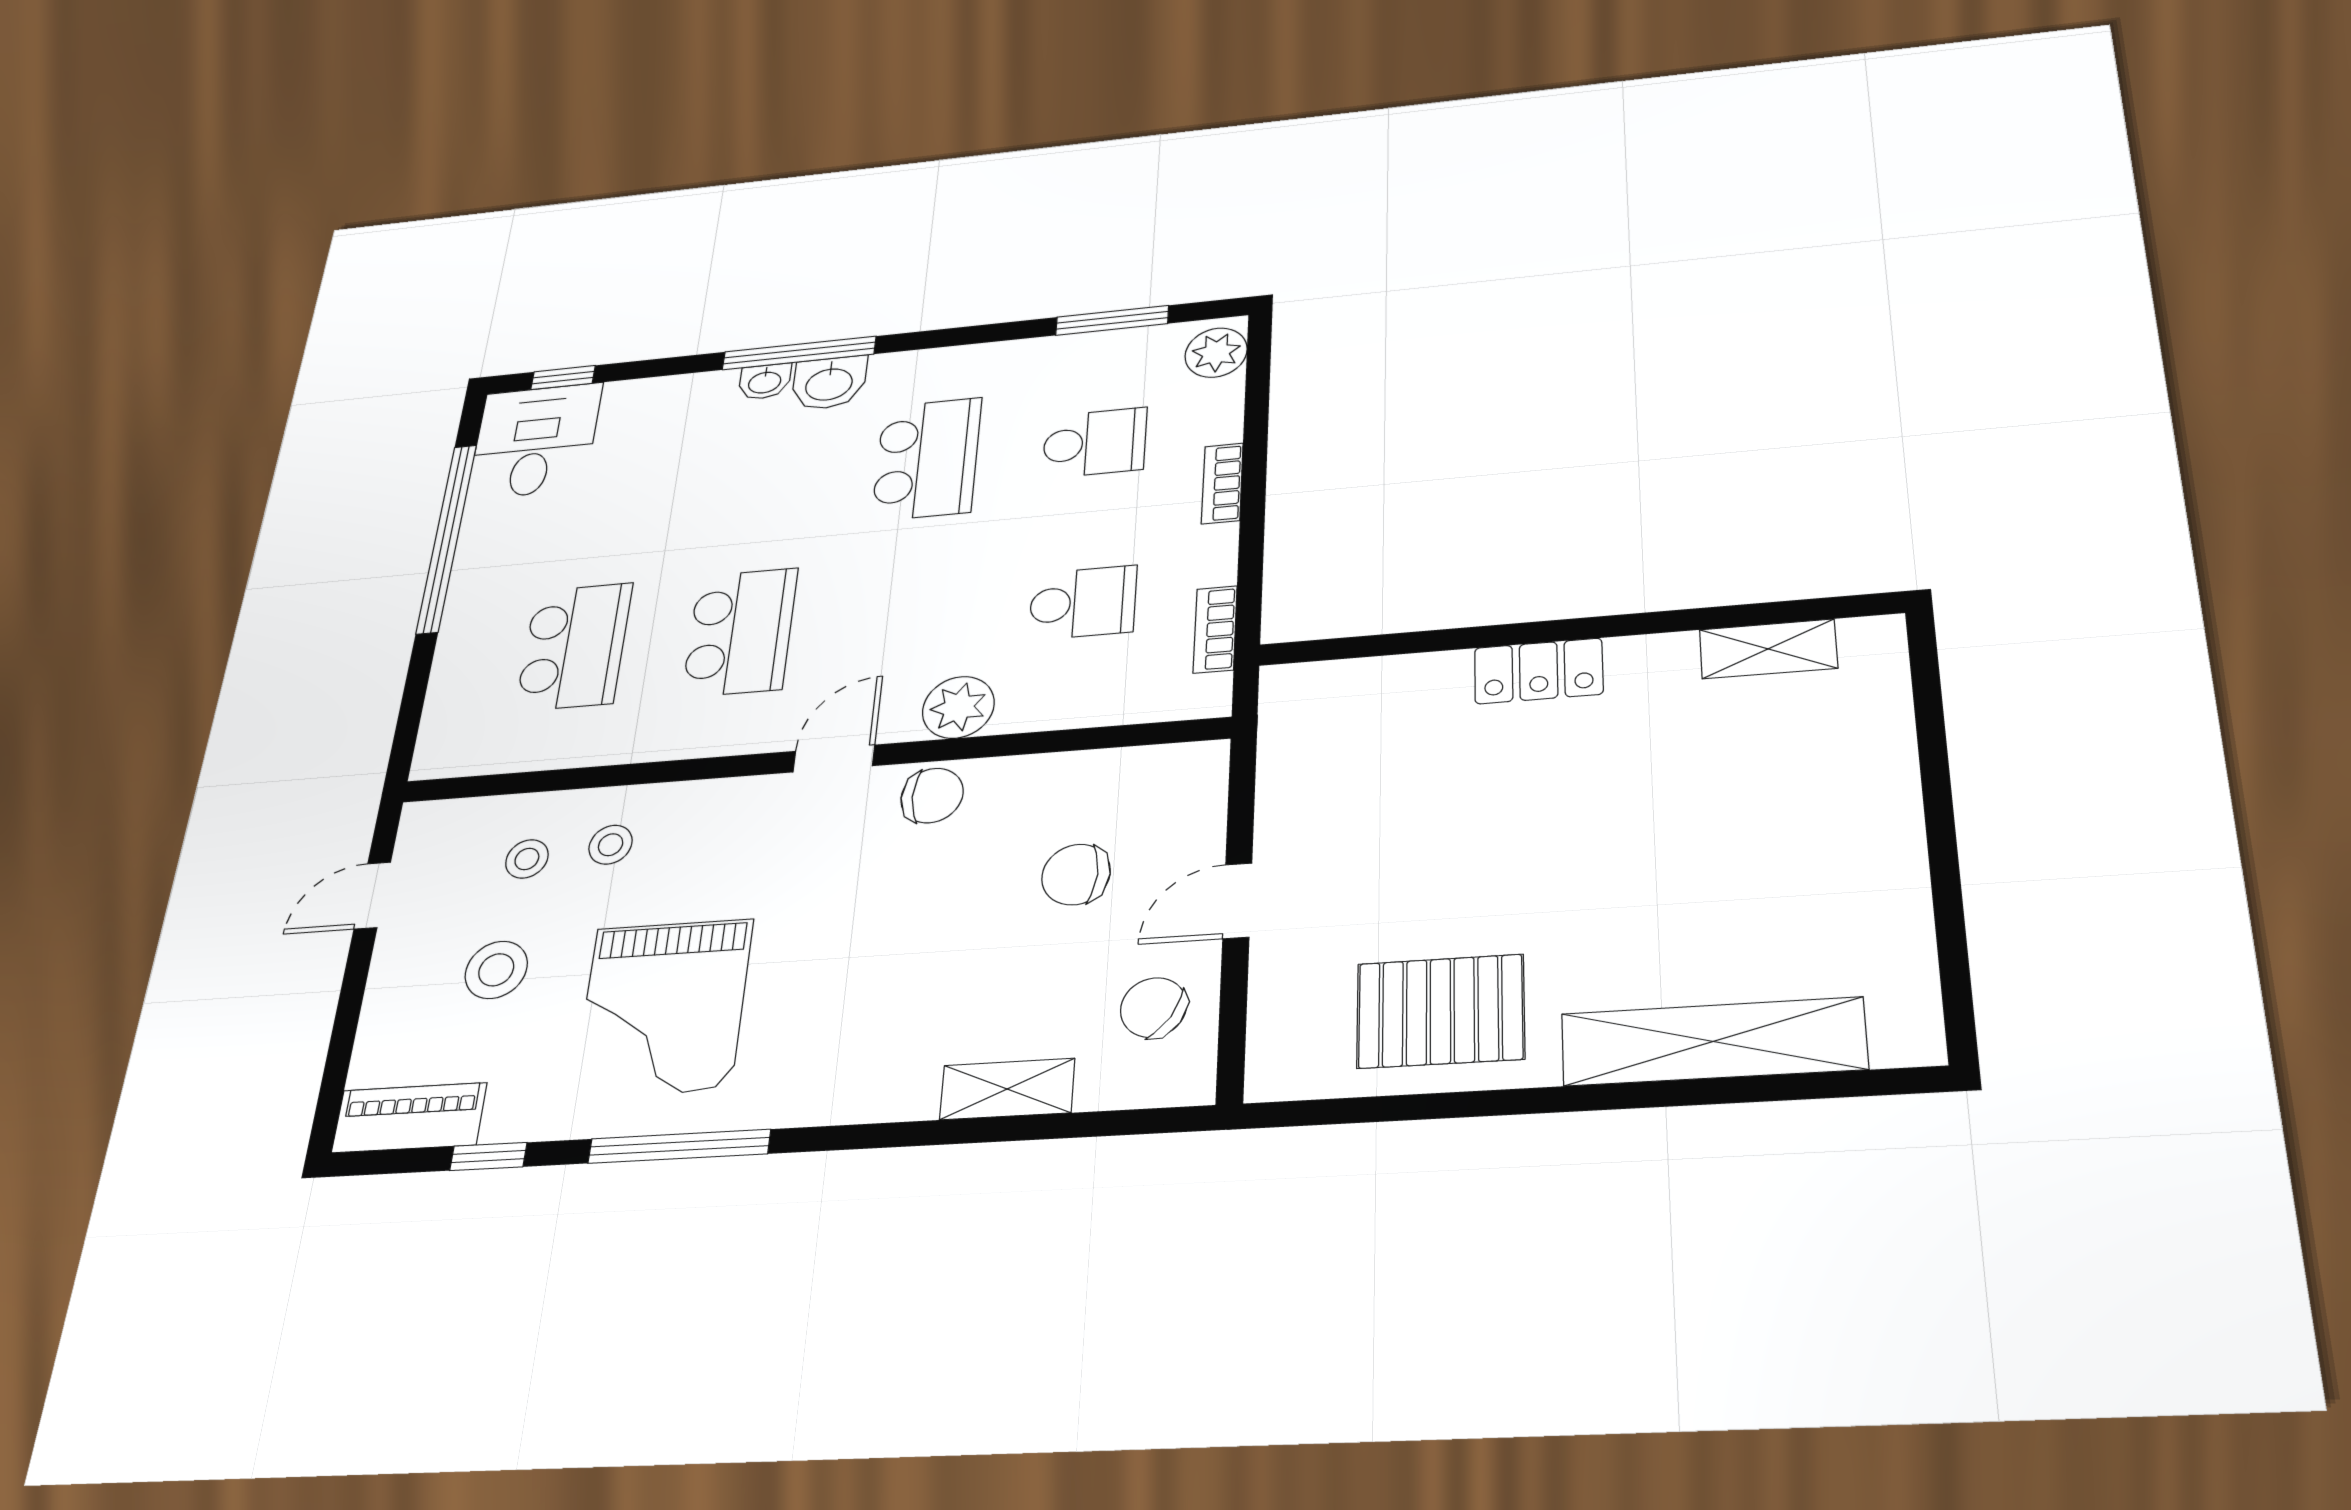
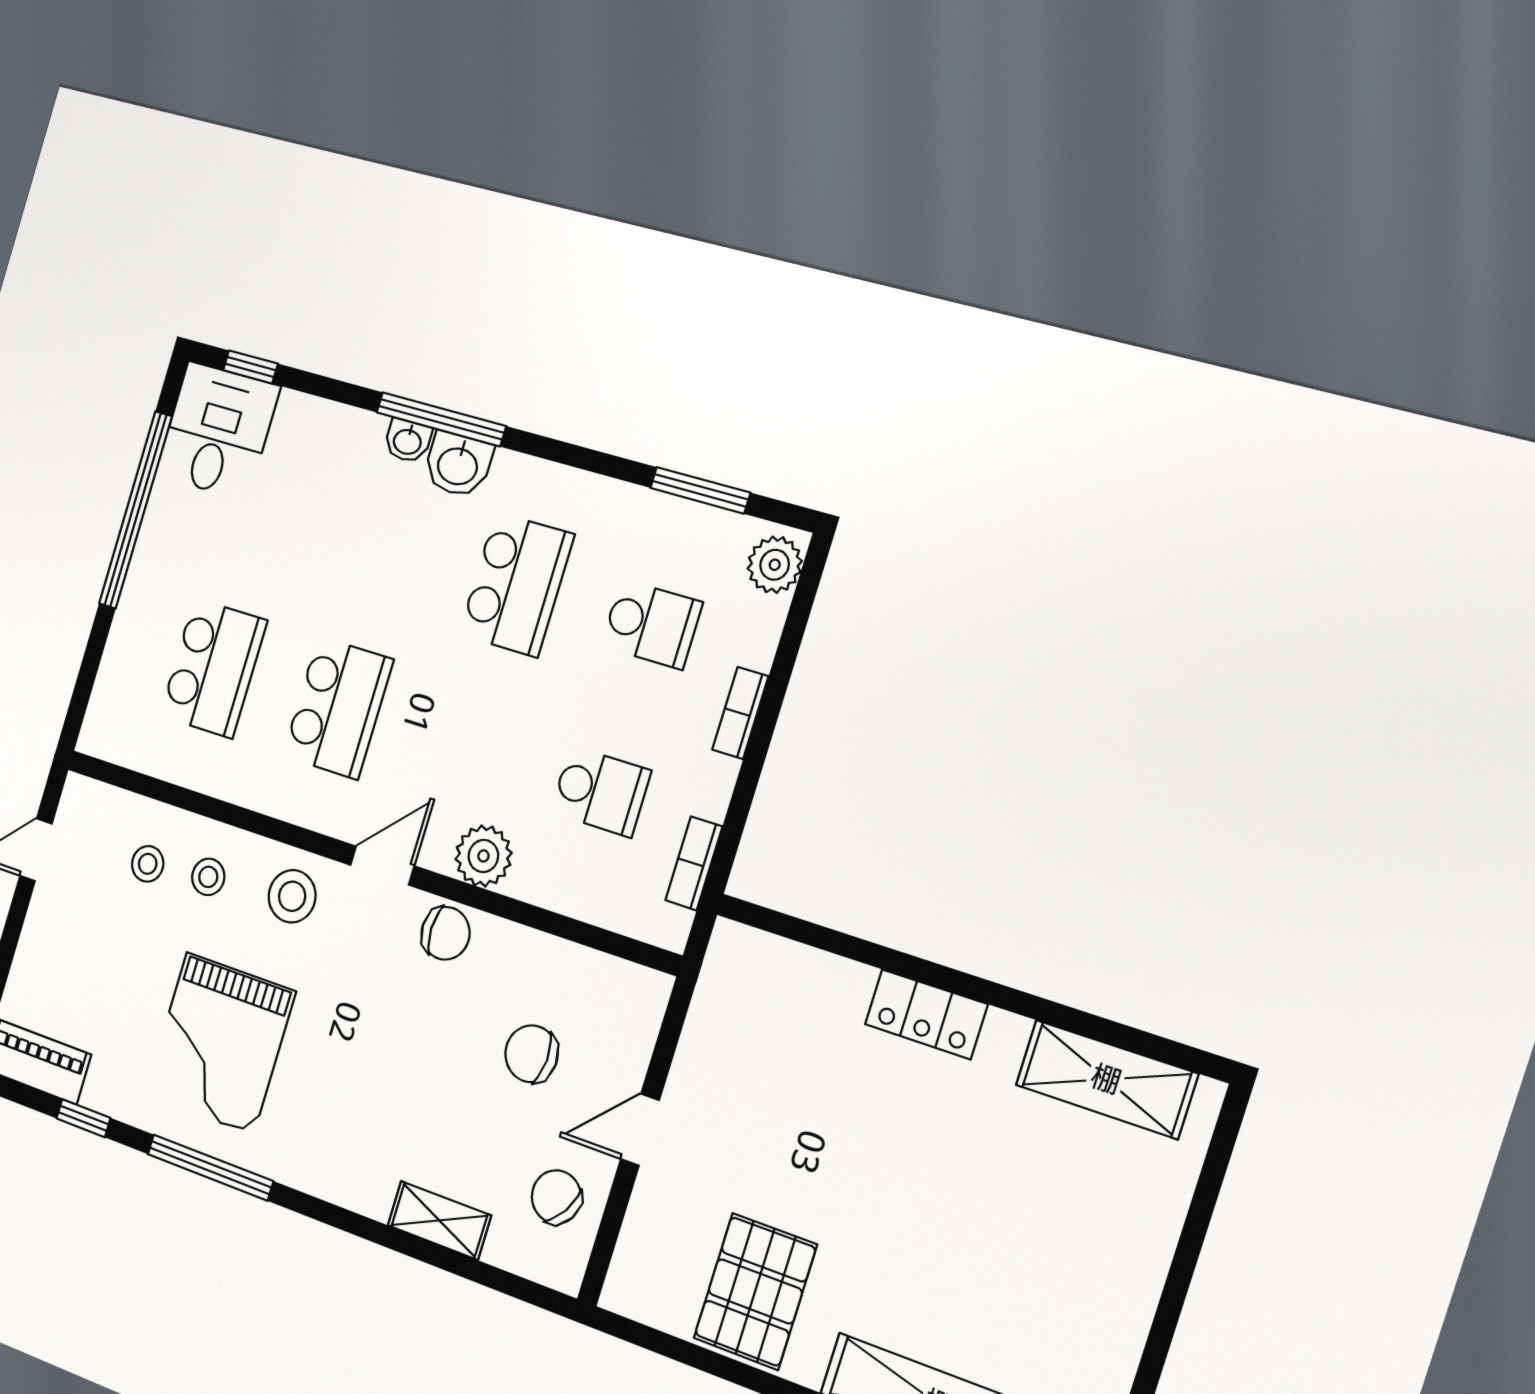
shelving: (1768, 649) -> (1106, 1079), width x1.50, depth x1.33
stool: (496, 970) -> (292, 896), moved
pallet: (1440, 1011) -> (755, 1291), turned 90

